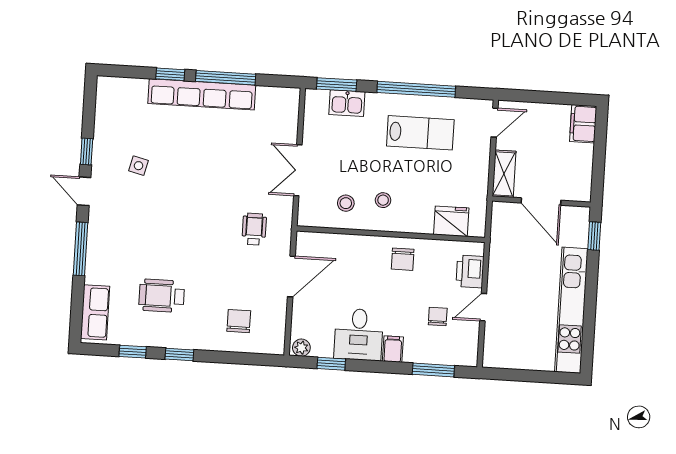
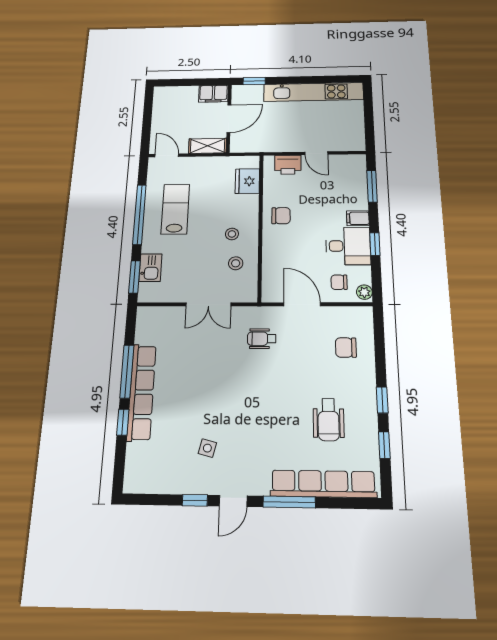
filing cabinet: (583, 124) -> (213, 94), moved
row of seats: (95, 312) -> (323, 484), width x2.02
chair: (438, 317) -> (339, 282), moved
window: (331, 364) -> (375, 244), moved

